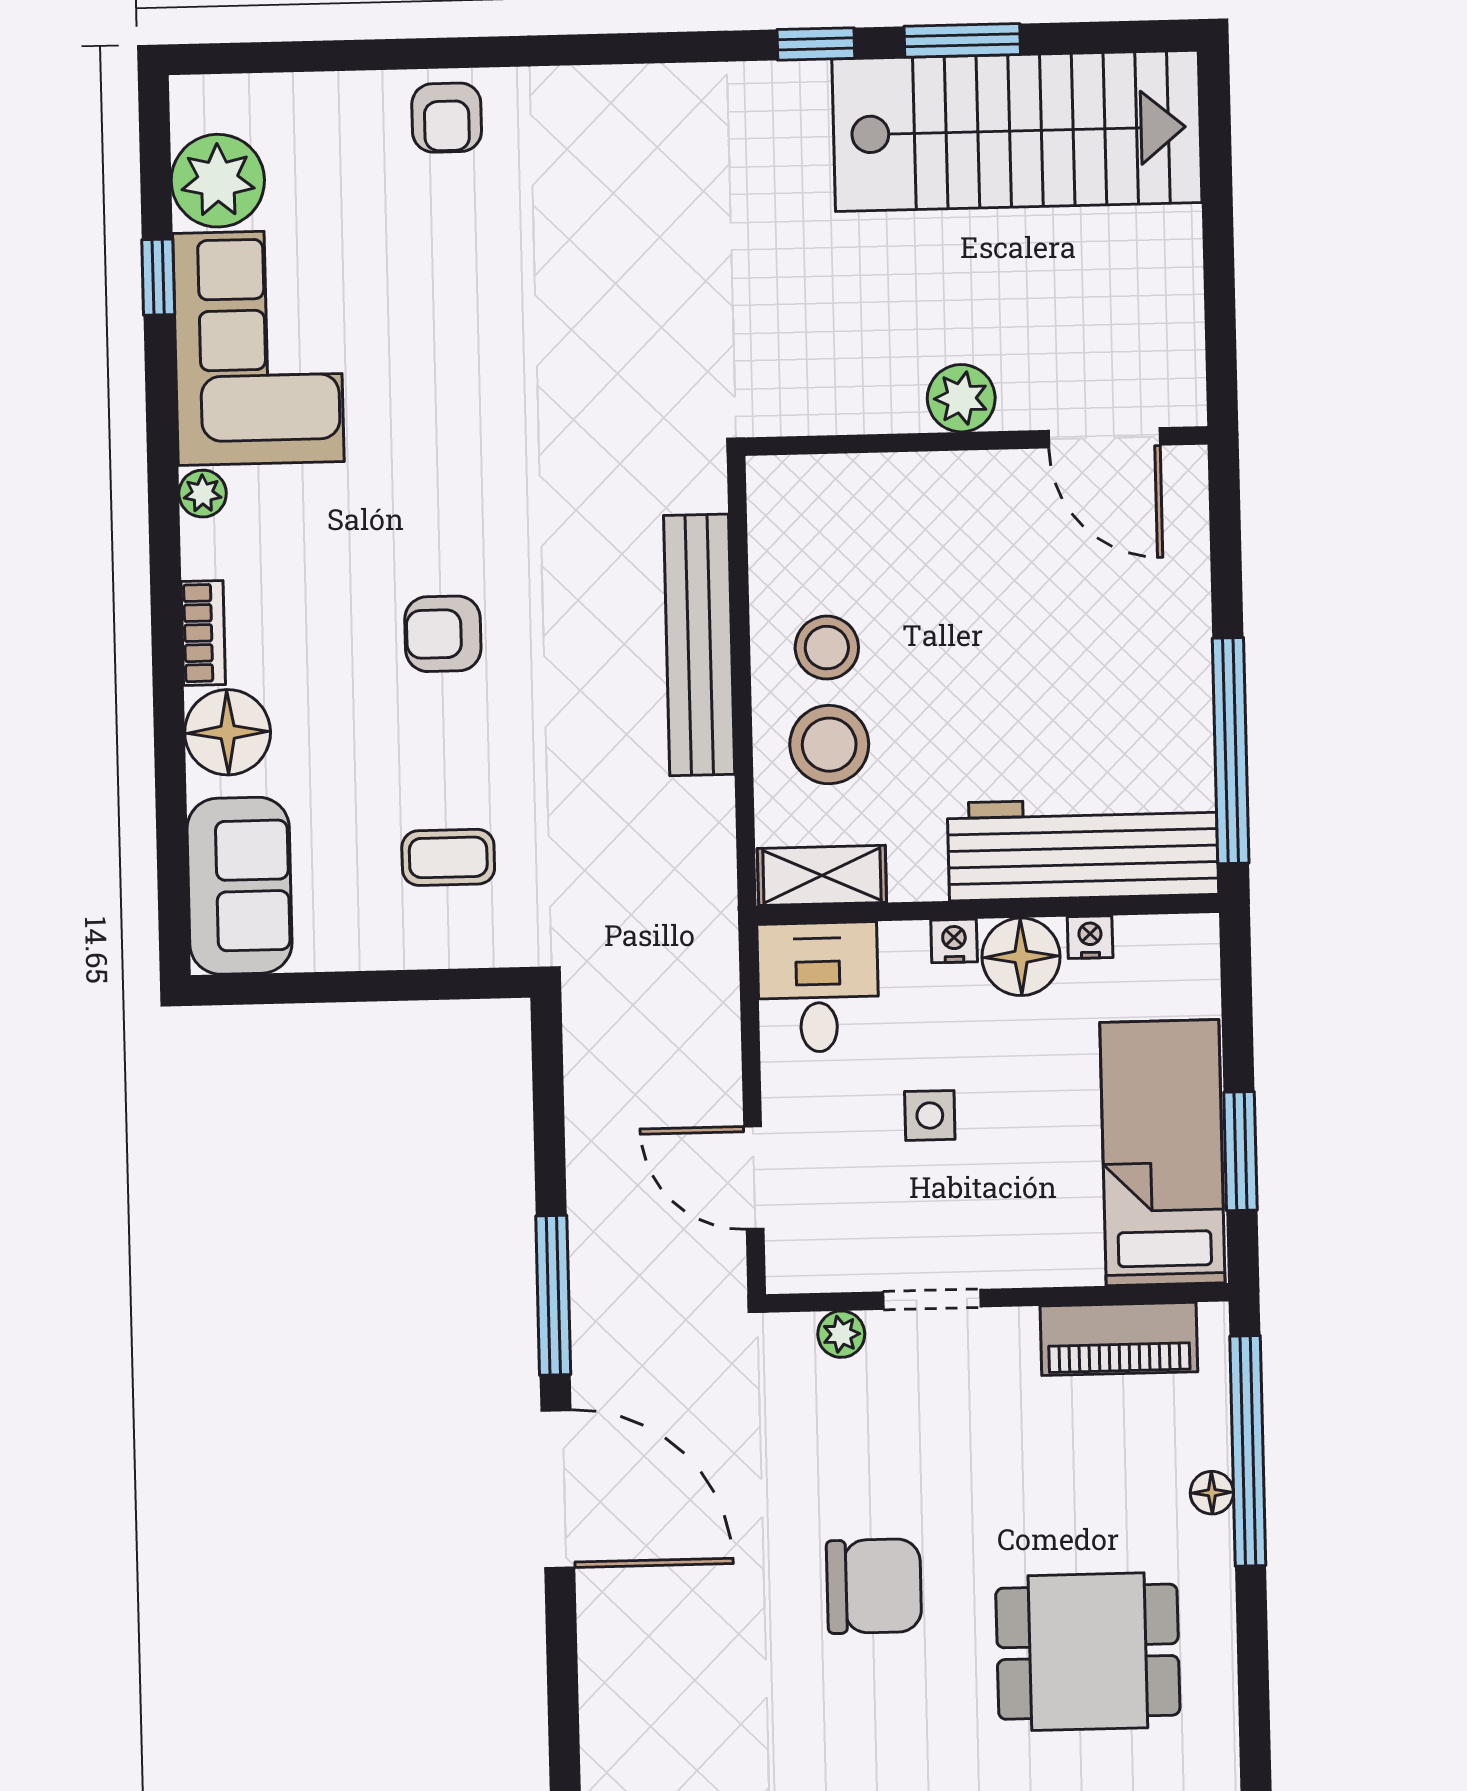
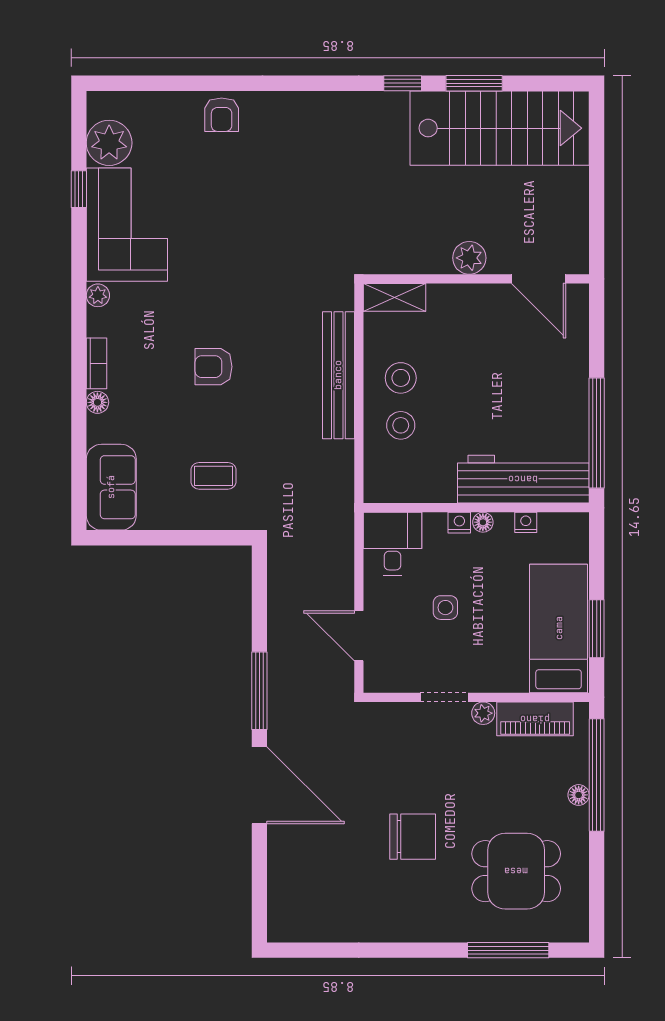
floor lamp: (228, 732) -> (97, 402), width x0.53, depth x0.53
stool: (829, 745) -> (401, 425), width x0.73, depth x0.73
shelving: (822, 875) -> (394, 297), moved
floor lamp: (1021, 957) -> (483, 522), width x0.53, depth x0.53
plant: (841, 1334) -> (483, 713), moved

